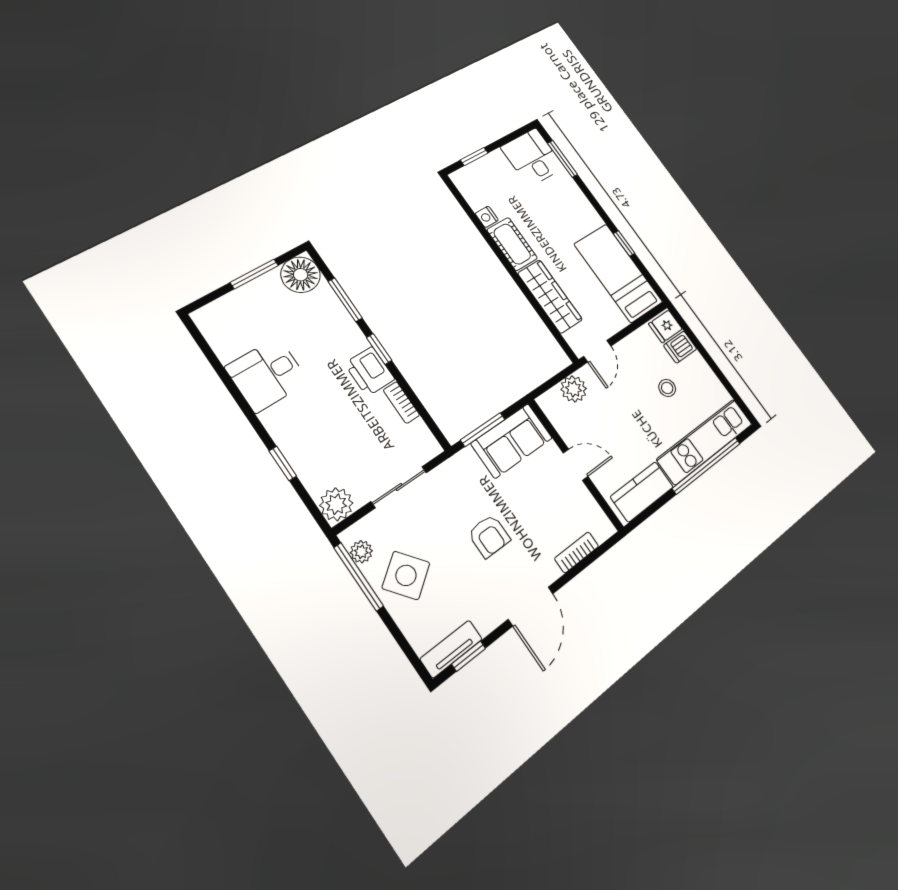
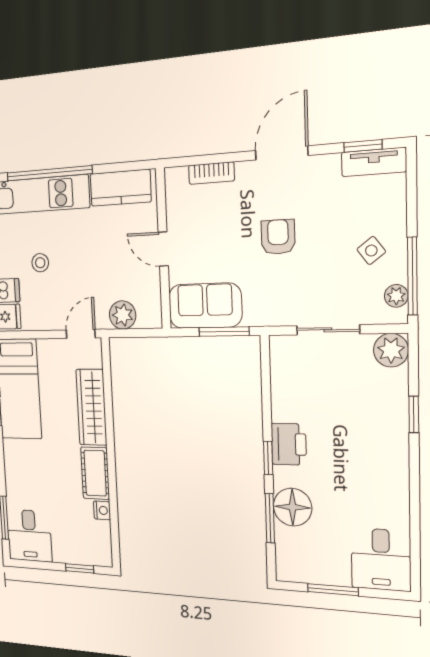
floor lamp: (301, 275) -> (293, 507), moved
desk: (267, 374) -> (381, 560), moved, turned 90
bookcase: (401, 403) -> (279, 400), removed
side table: (406, 575) -> (371, 251), width x0.54, depth x0.54

